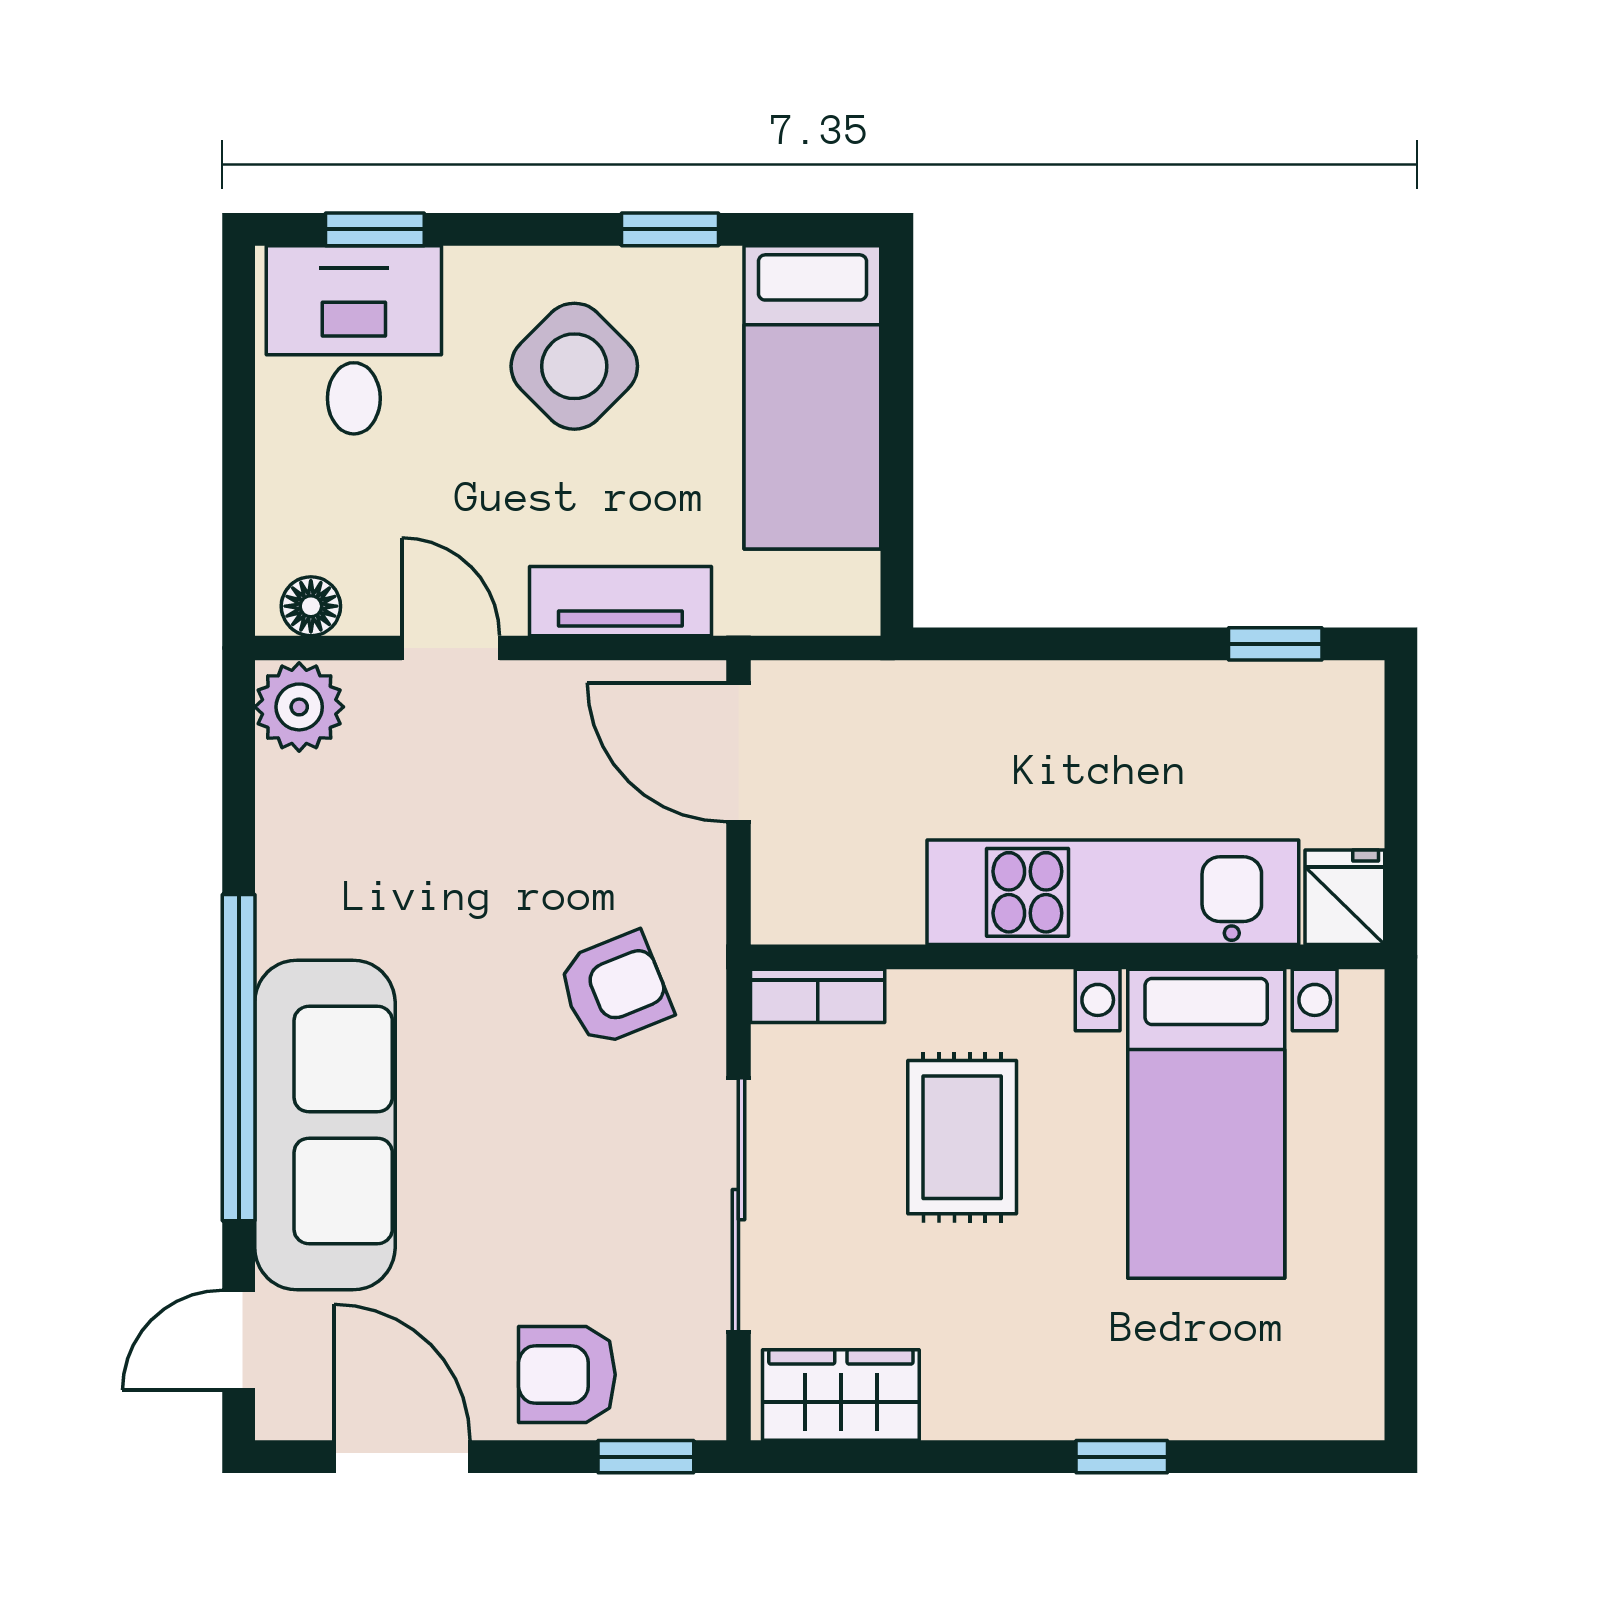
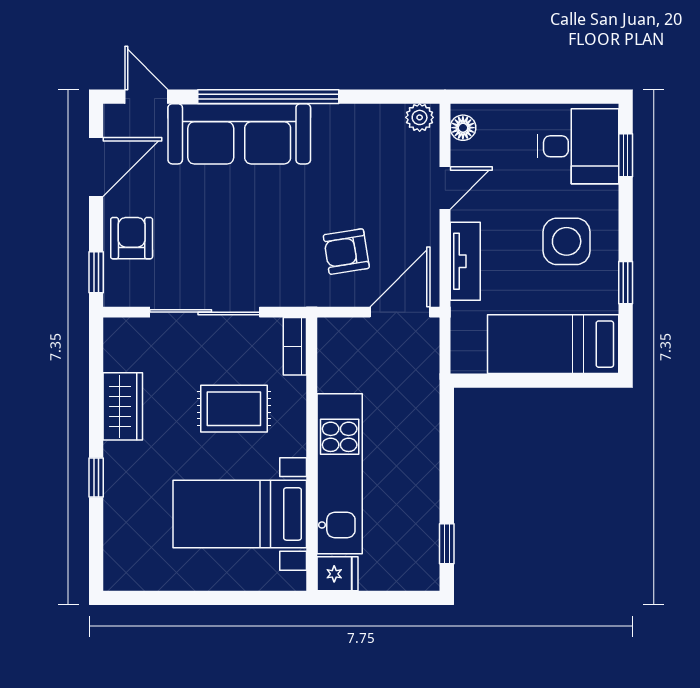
side table: (574, 366) -> (567, 241), turned 45
plant: (299, 707) -> (420, 117), width x0.73, depth x0.73
armchair: (615, 989) -> (346, 252), moved, turned 103
wardrobe: (841, 1395) -> (123, 406), moved

